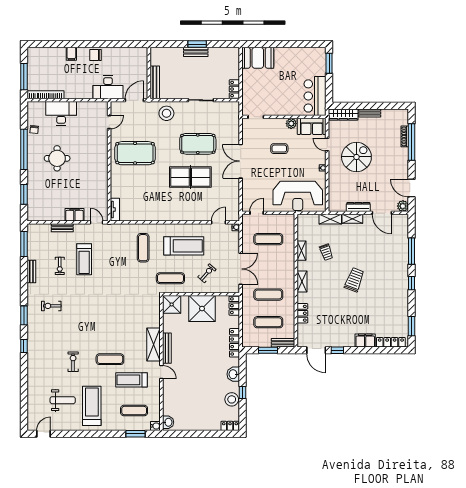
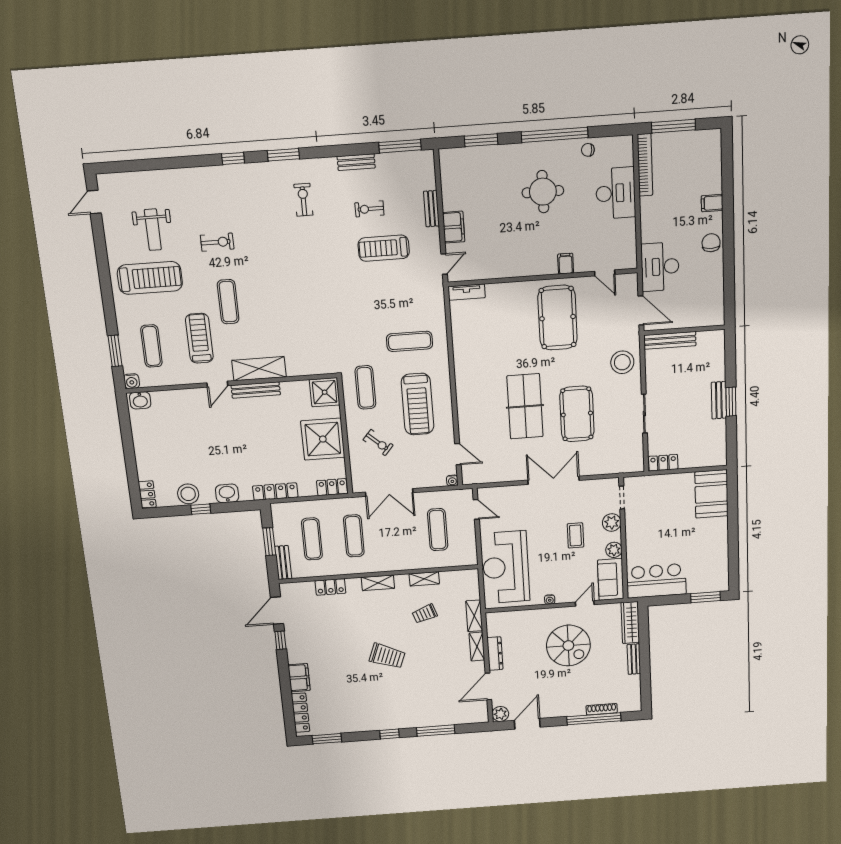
plant: (272, 124) -> (612, 522), added
filing cabinet: (102, 146) -> (566, 264), added
door: (44, 434) -> (94, 202), swing flipped

